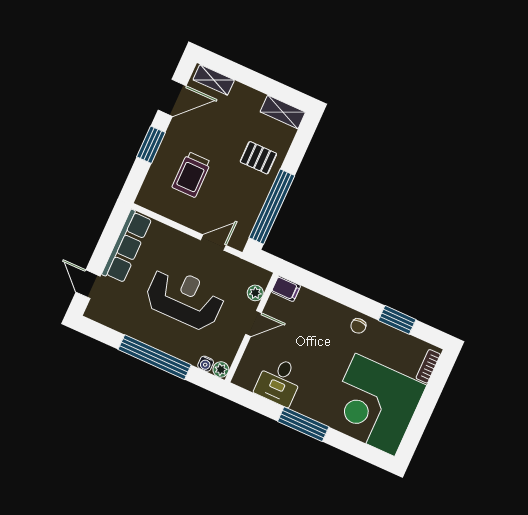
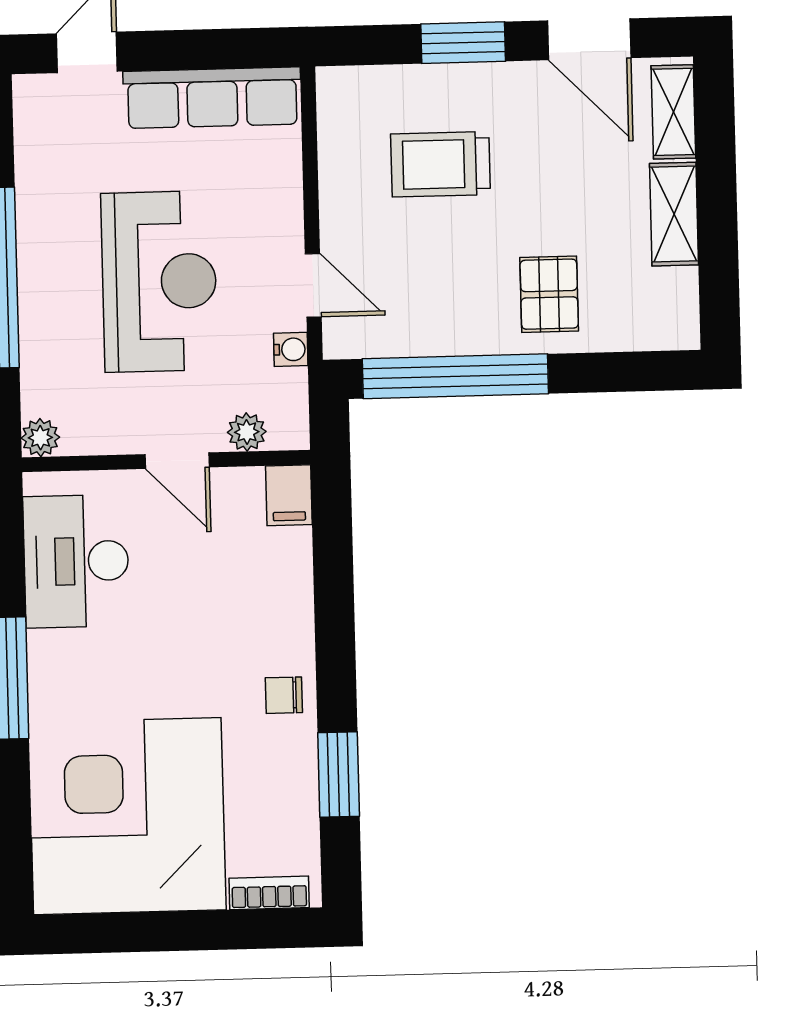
shelving: (283, 112) -> (674, 214), moved
water cooler: (206, 364) -> (291, 349), moved, turned 180
desk: (279, 381) -> (76, 561), width x1.37

